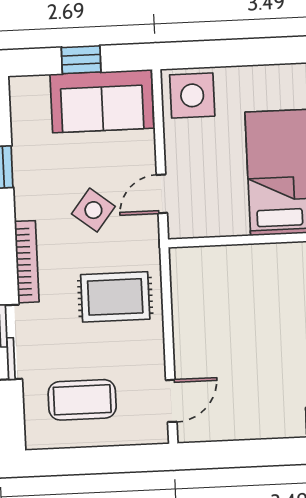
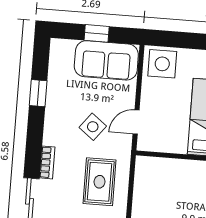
bookcase: (27, 262) -> (47, 162), width x0.64
rug: (115, 297) -> (99, 182), turned 90

